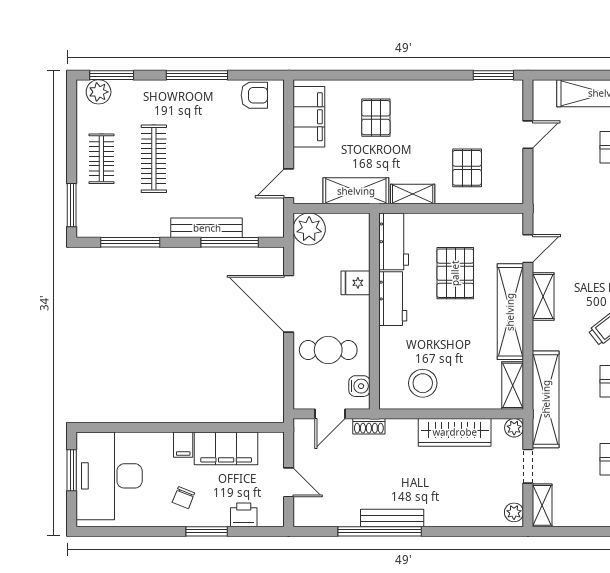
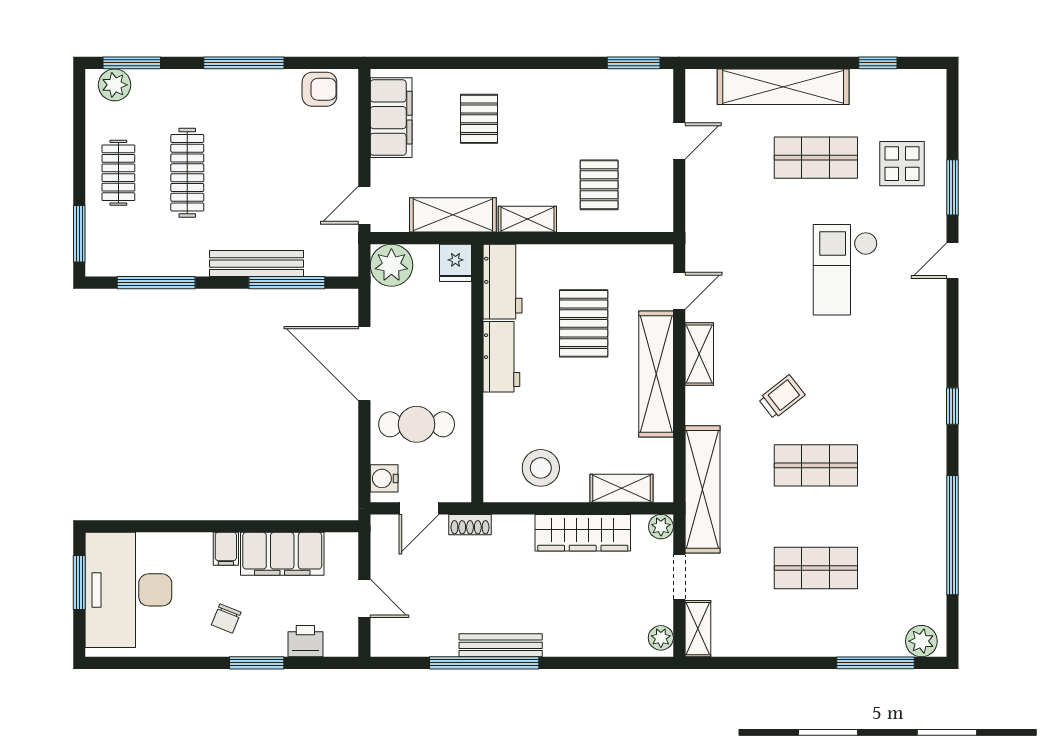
fridge: (356, 283) -> (455, 263), moved, turned -90
shelving: (513, 385) -> (622, 488), moved, turned 90
water cooler: (359, 386) -> (384, 478), moved, turned 180

